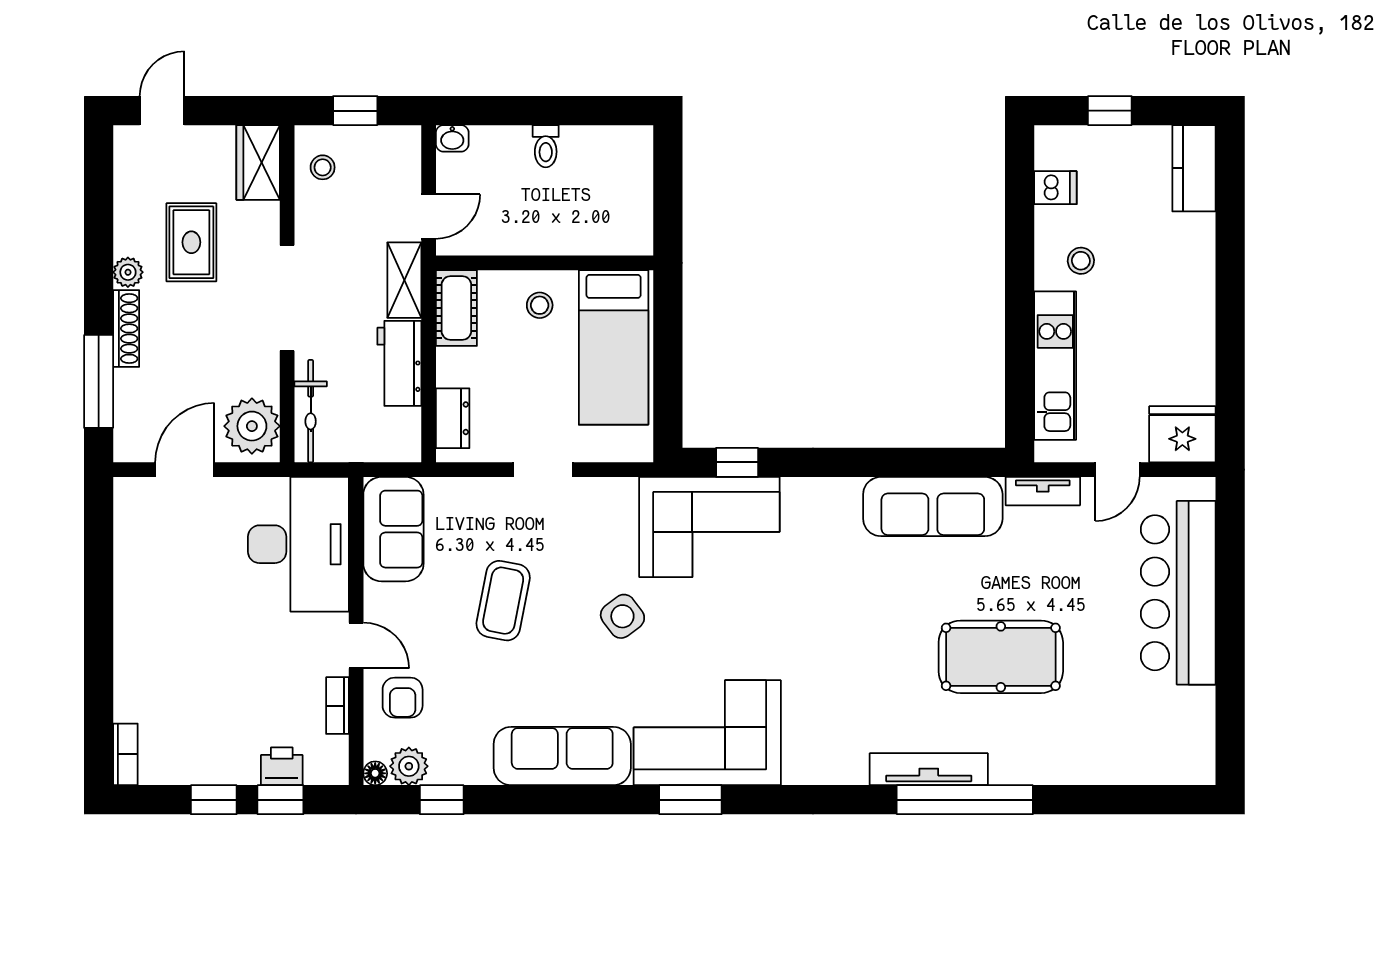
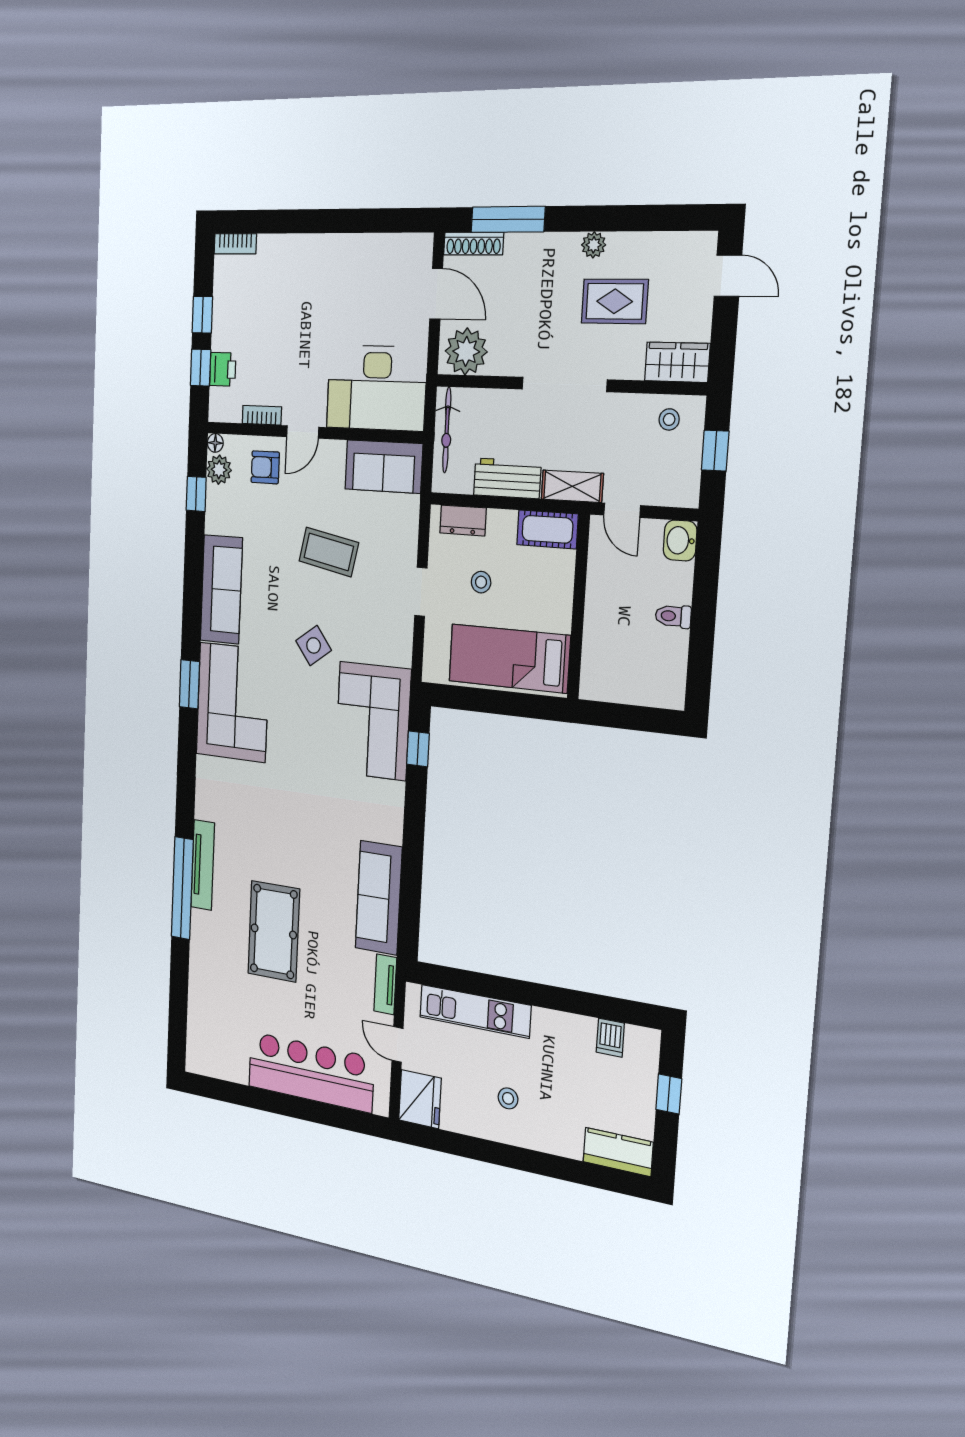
washbasin: (452, 138) -> (680, 540), width x1.38, depth x1.45
stool: (1081, 261) -> (508, 1098), moved
stool: (540, 305) -> (481, 582), moved
shoe rack: (126, 328) -> (474, 244), moved
bicycle: (311, 411) -> (447, 430), moved, turned -90

